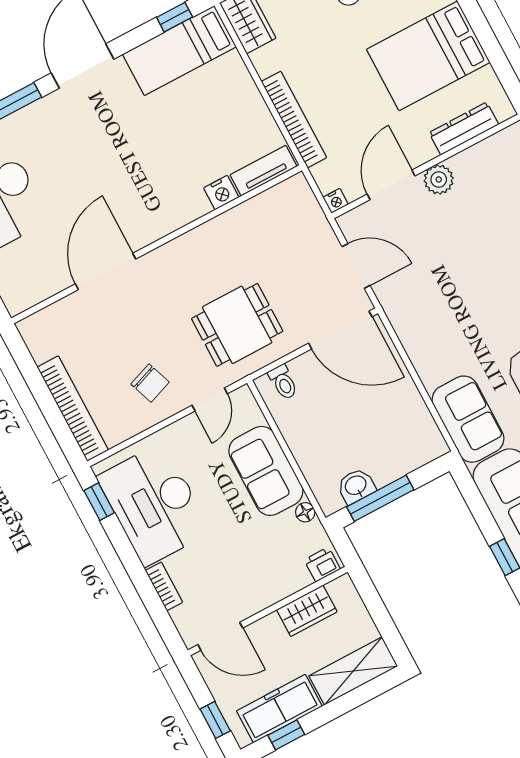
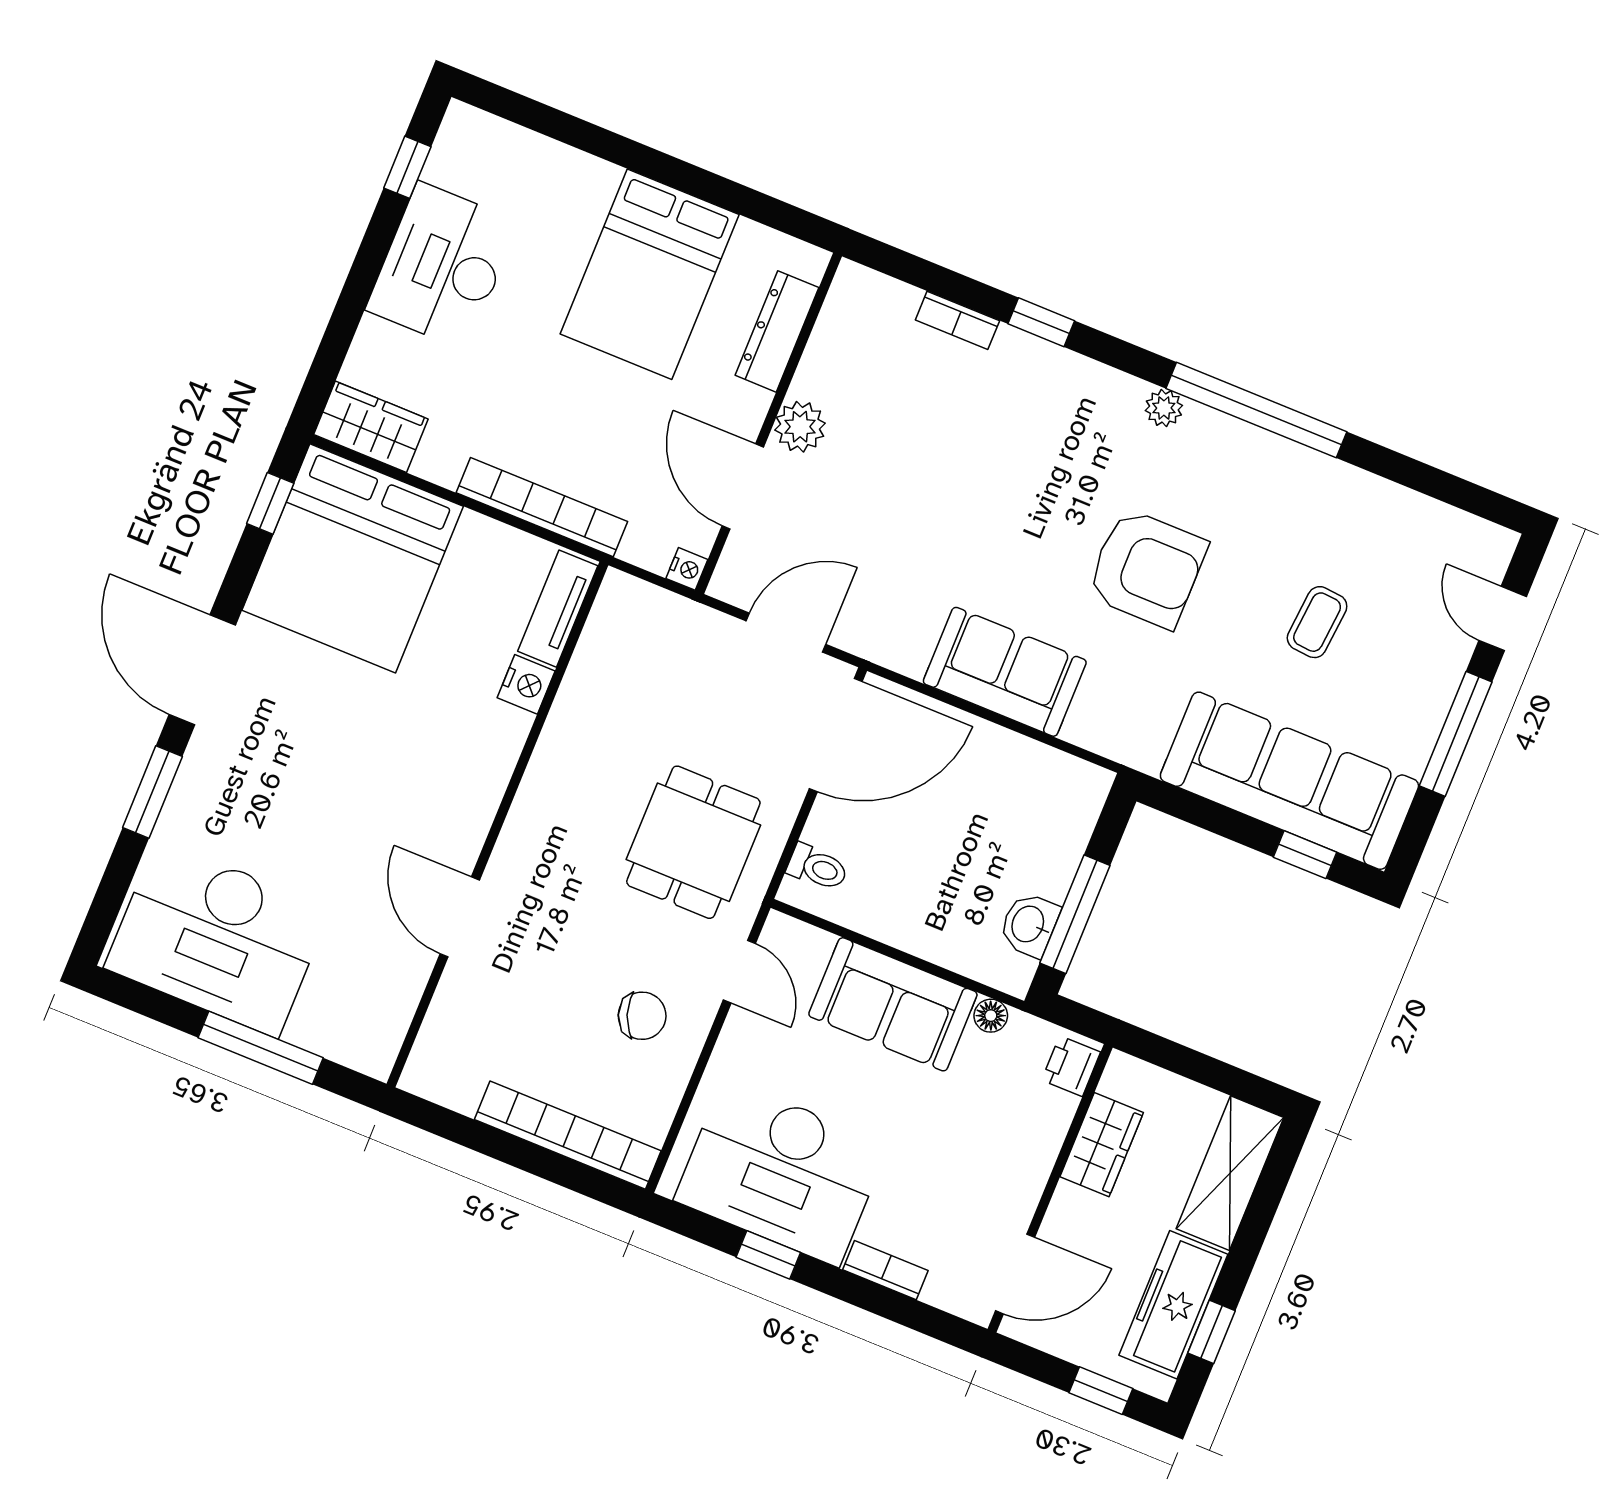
bed: (179, 51) -> (353, 558), width x2.04
door: (106, 271) -> (460, 917), width x0.73
sofa: (468, 419) -> (1005, 672), moved
window: (99, 502) -> (768, 1255), moved

